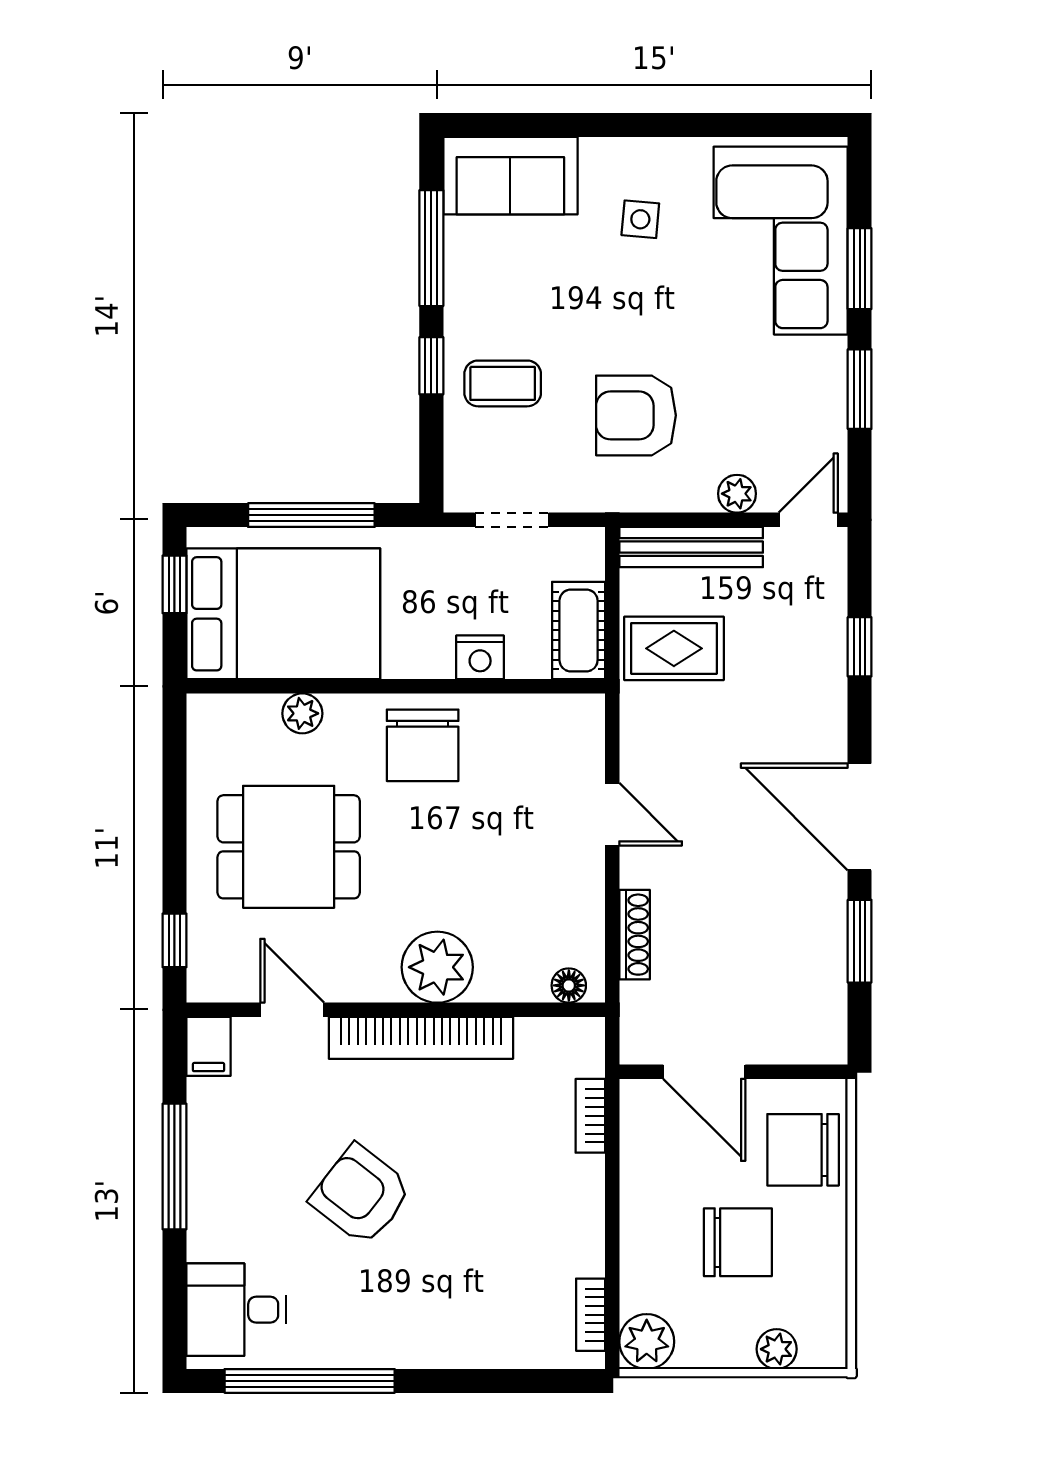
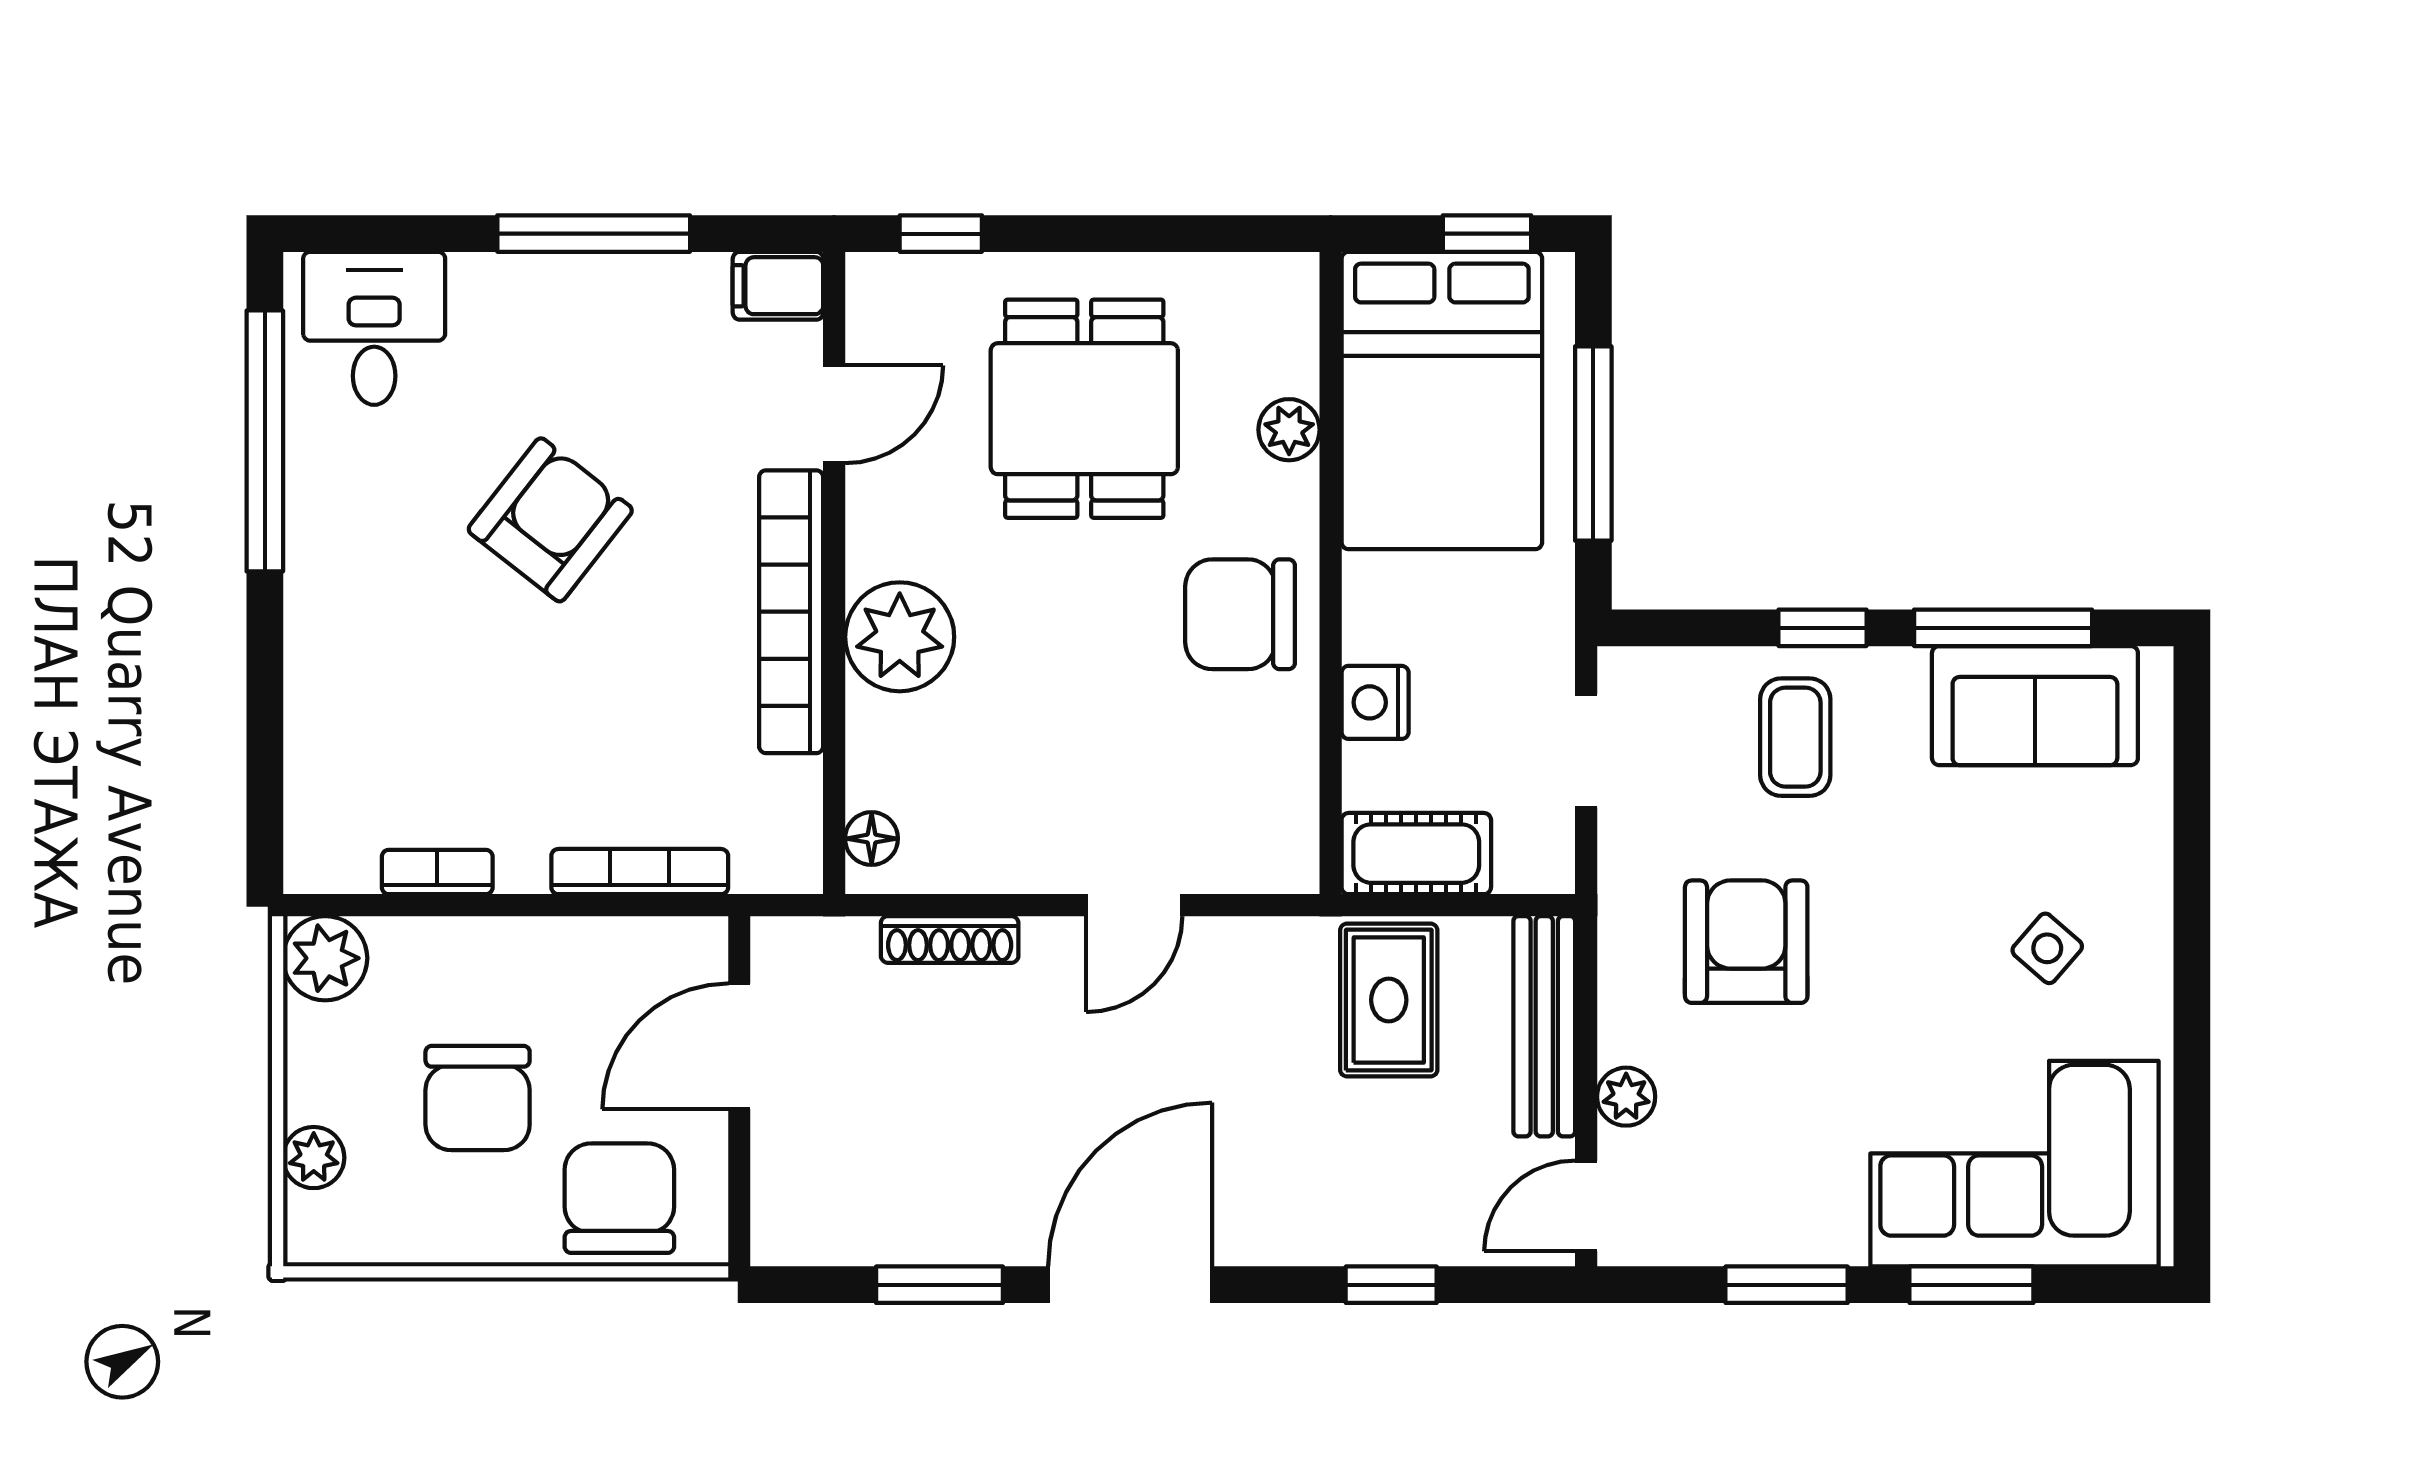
sofa: (510, 176) -> (2035, 706), moved, turned -90
side table: (640, 219) -> (2047, 948), turned 36
door: (808, 520) -> (1586, 1206), swing flipped
bookcase: (590, 1116) -> (640, 872), width x1.56
bookcase: (591, 1315) -> (437, 872), moved

